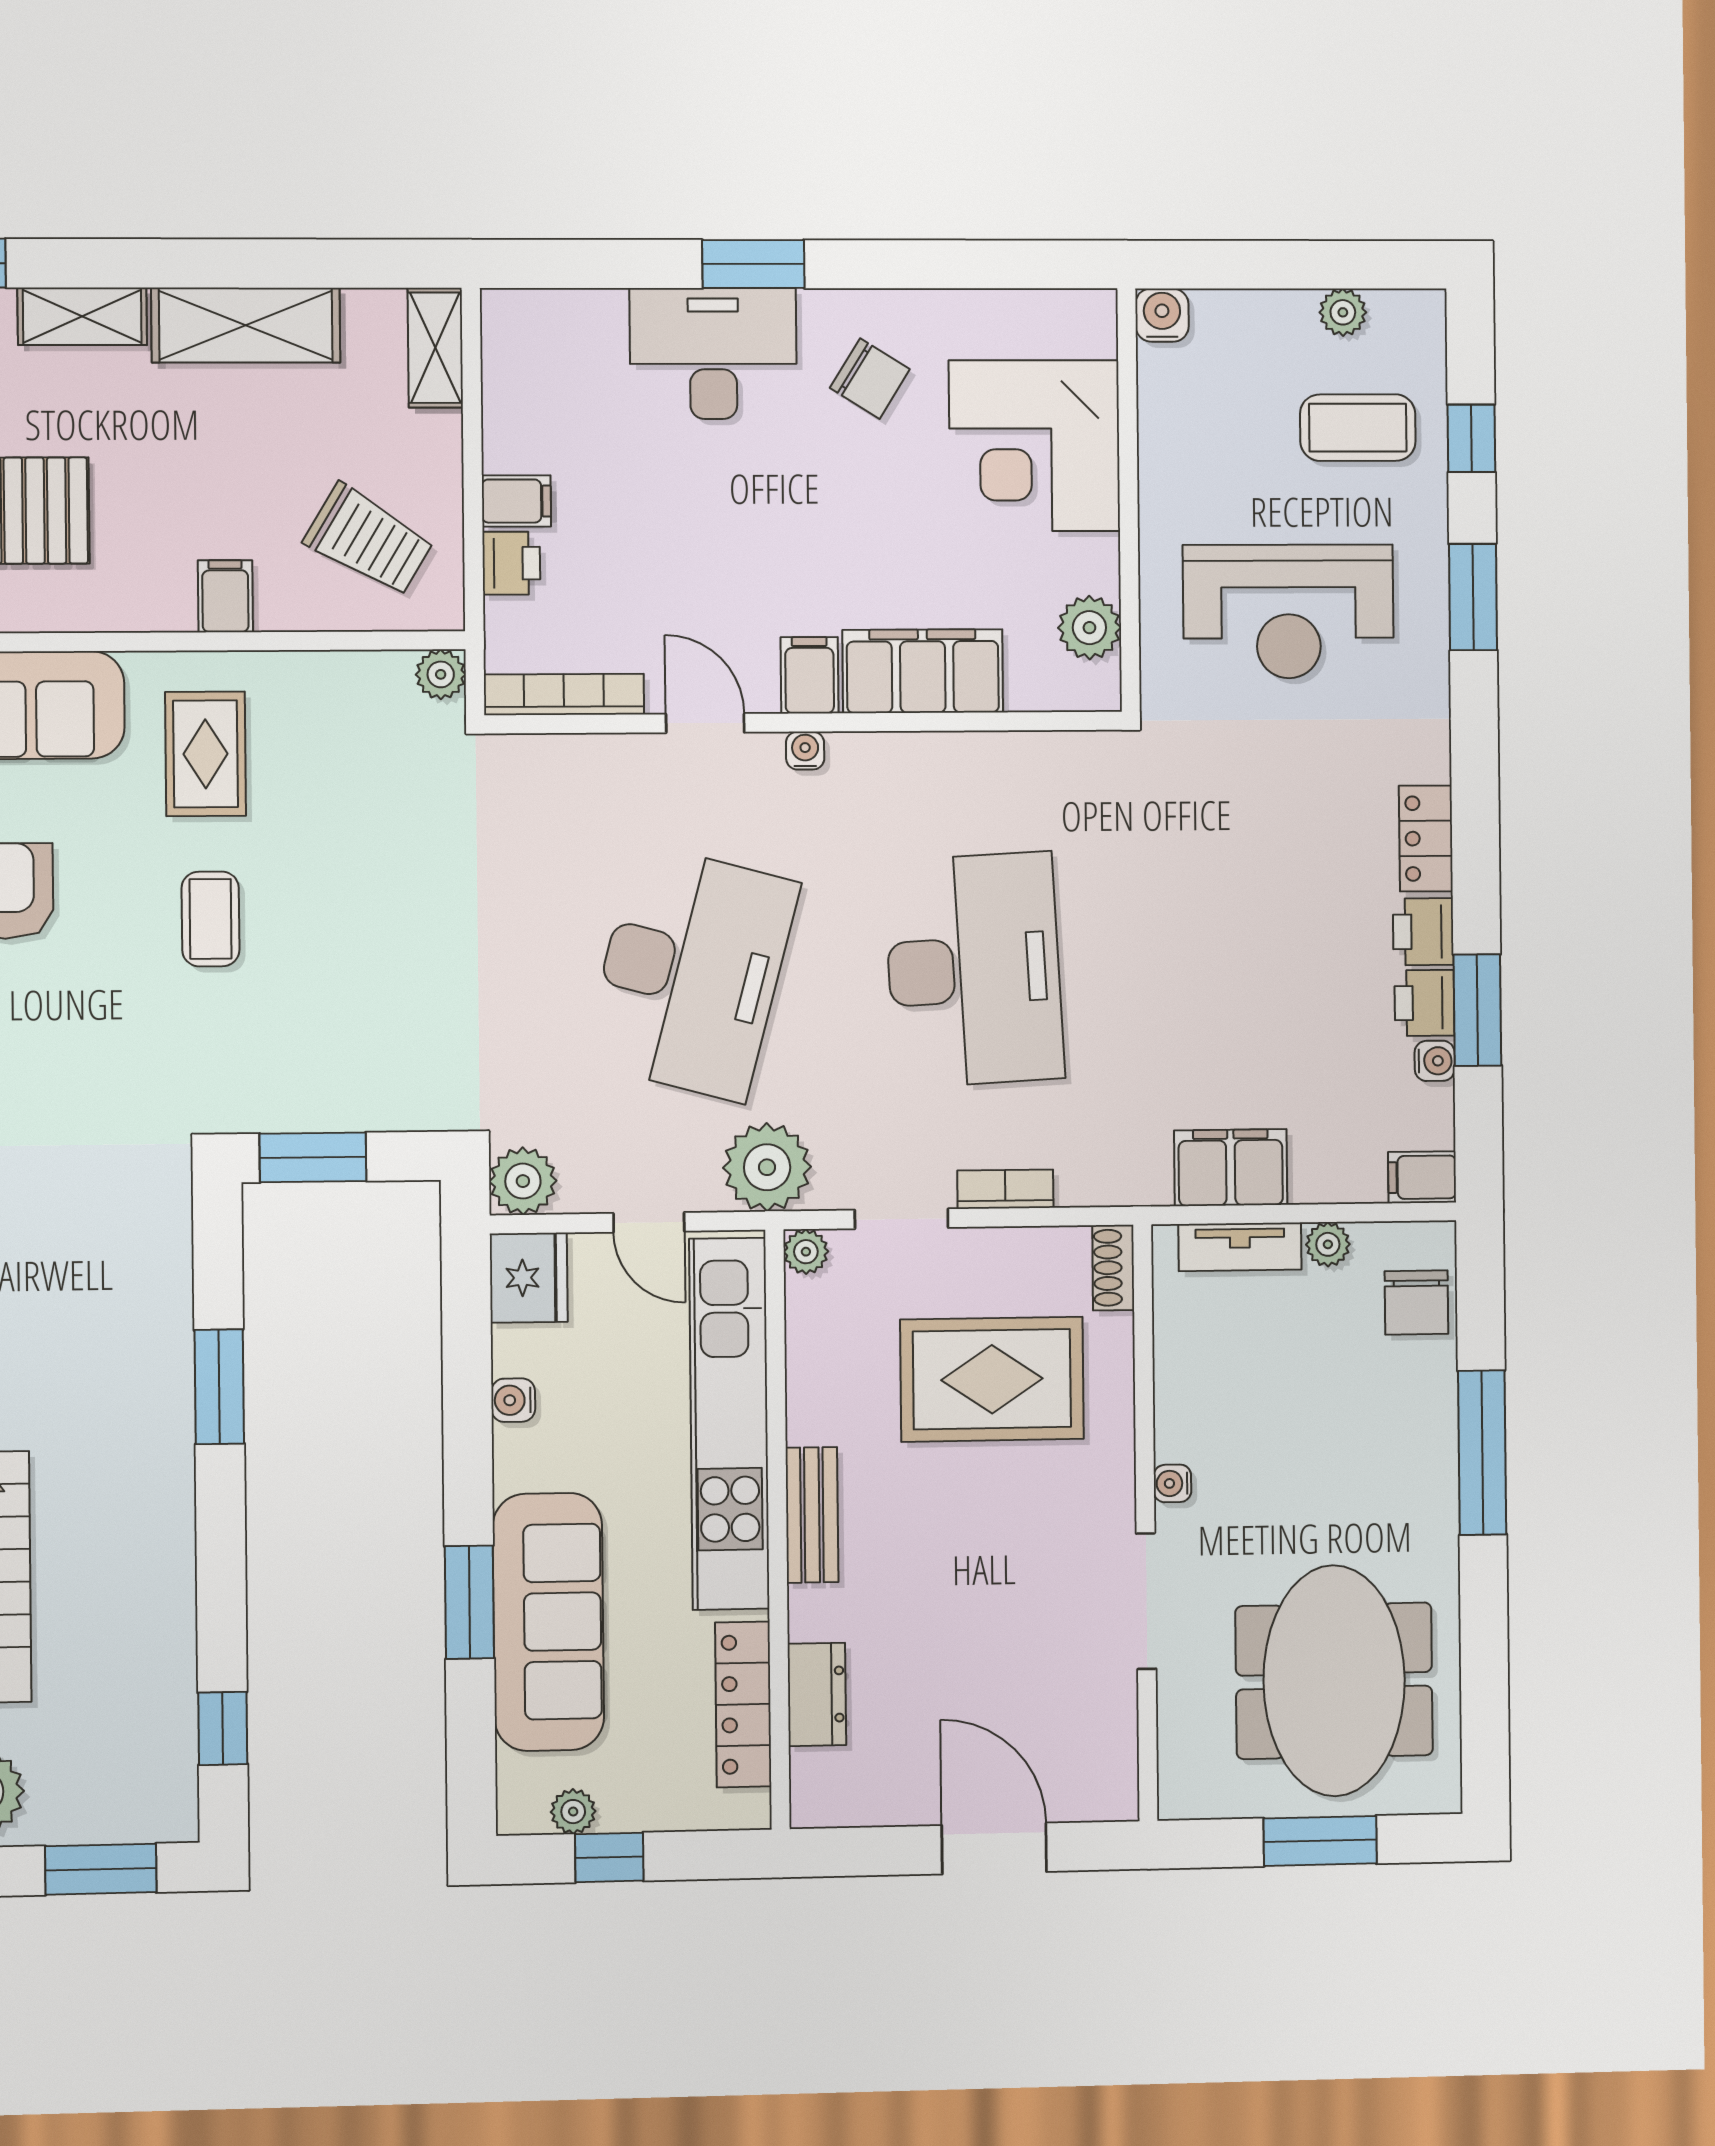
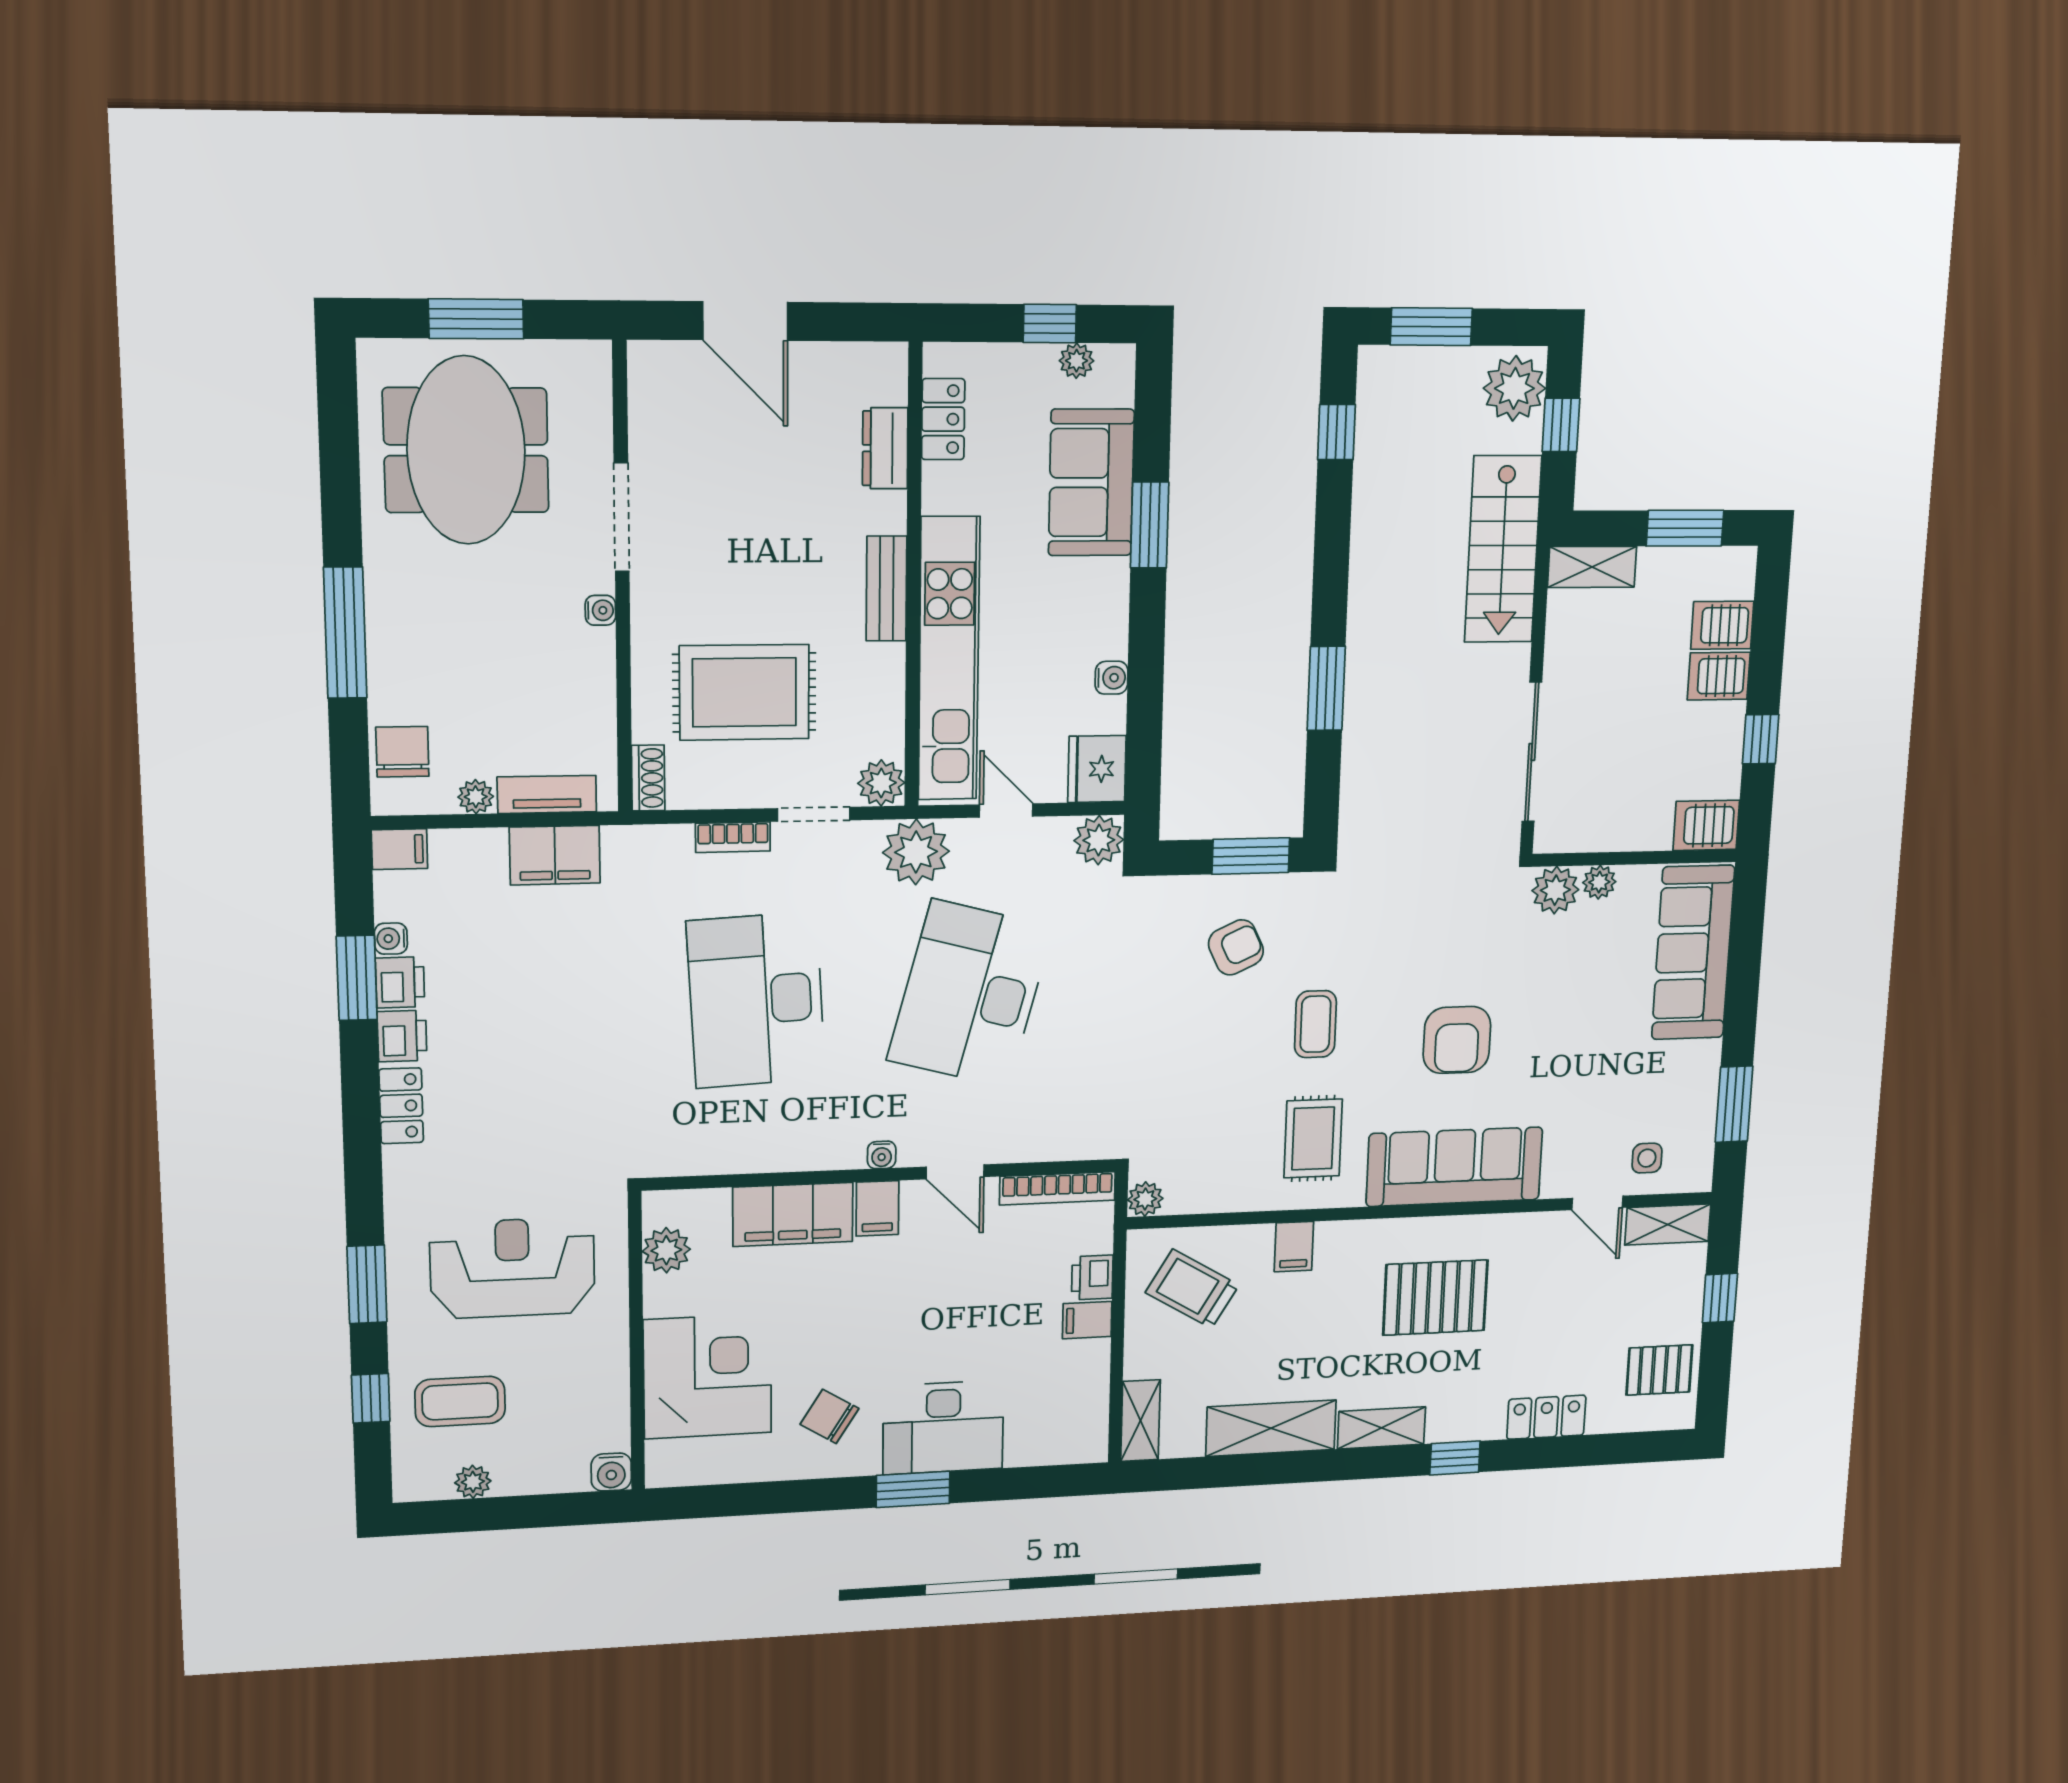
armchair: (328, 1030) -> (1236, 947), added
plant: (806, 1252) -> (881, 783), width x1.38, depth x1.38
sofa: (548, 1622) -> (1091, 483), width x0.73
locker: (743, 1704) -> (943, 419), width x0.66

